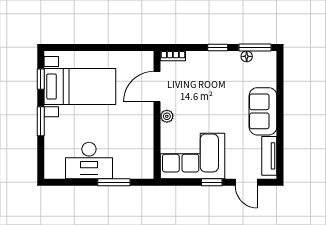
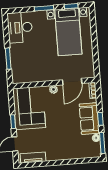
door: (157, 87) -> (72, 82), swing flipped
sofa: (263, 111) -> (89, 119), moved, turned -90
desk: (89, 161) -> (20, 27), moved

